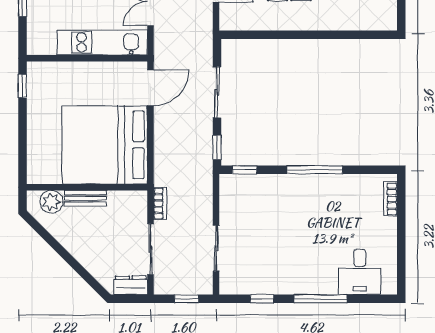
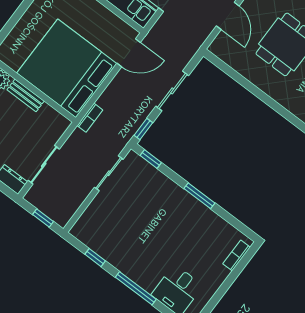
window: (315, 170) -> (199, 196), width x0.69
bookcase: (160, 203) -> (90, 118), moved
sliding door: (216, 248) -> (109, 173), moved

